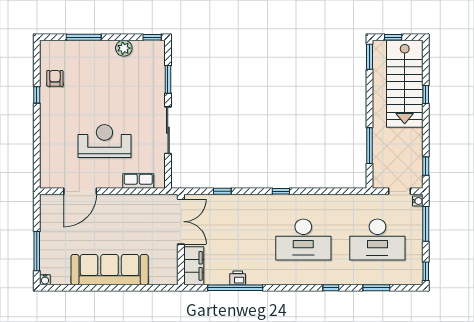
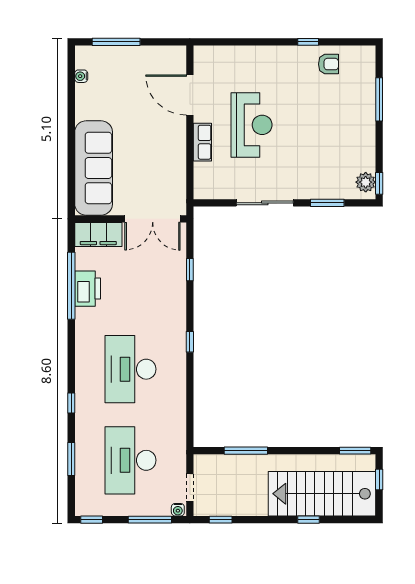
plant: (124, 48) -> (366, 182), moved
row of seats: (138, 181) -> (202, 142), moved
sofa: (110, 270) -> (94, 168), moved
printer: (238, 278) -> (88, 289), width x1.87, depth x1.48
water cooler: (45, 280) -> (81, 76), moved

